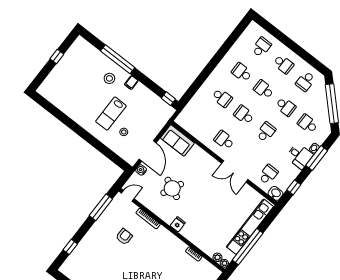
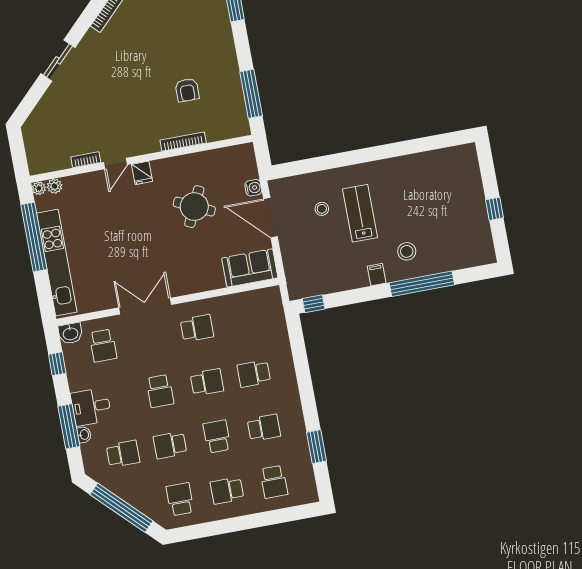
window: (230, 42) -> (316, 447), added
school desk: (264, 90) -> (217, 436), turned -90
door: (128, 196) -> (115, 164), moved

